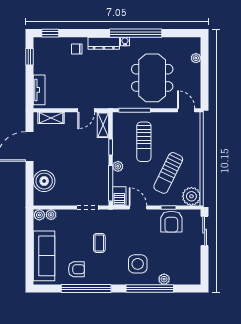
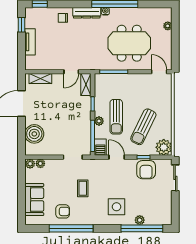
meeting table: (152, 78) -> (129, 43), turned 90
tv unit: (39, 90) -> (30, 42), moved
sun lounger: (144, 142) -> (116, 117), moved
sofa: (44, 256) -> (34, 200), width x0.73
window: (150, 289) -> (142, 228), moved

